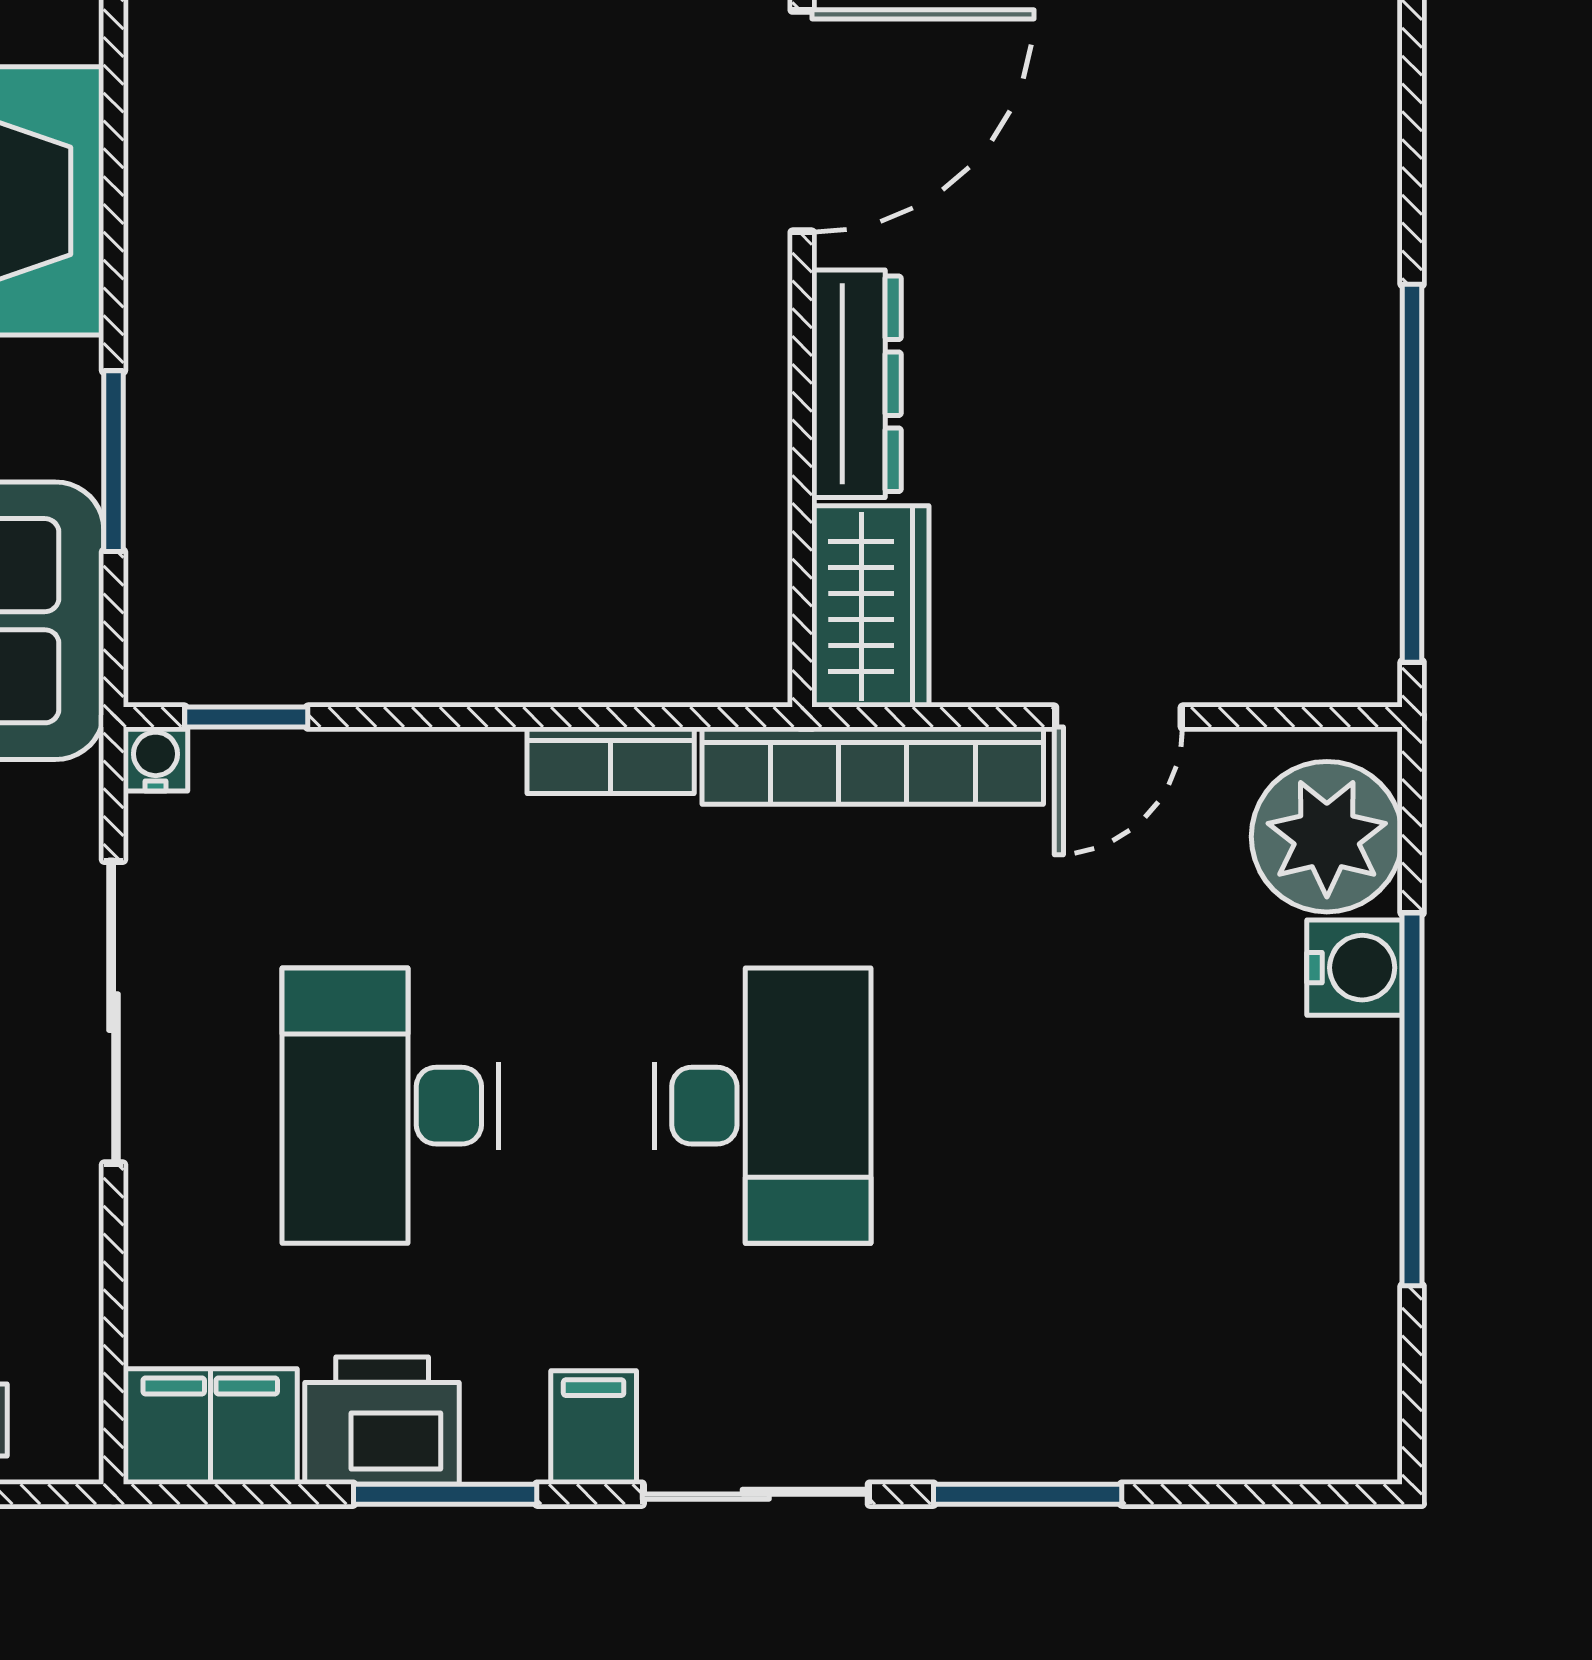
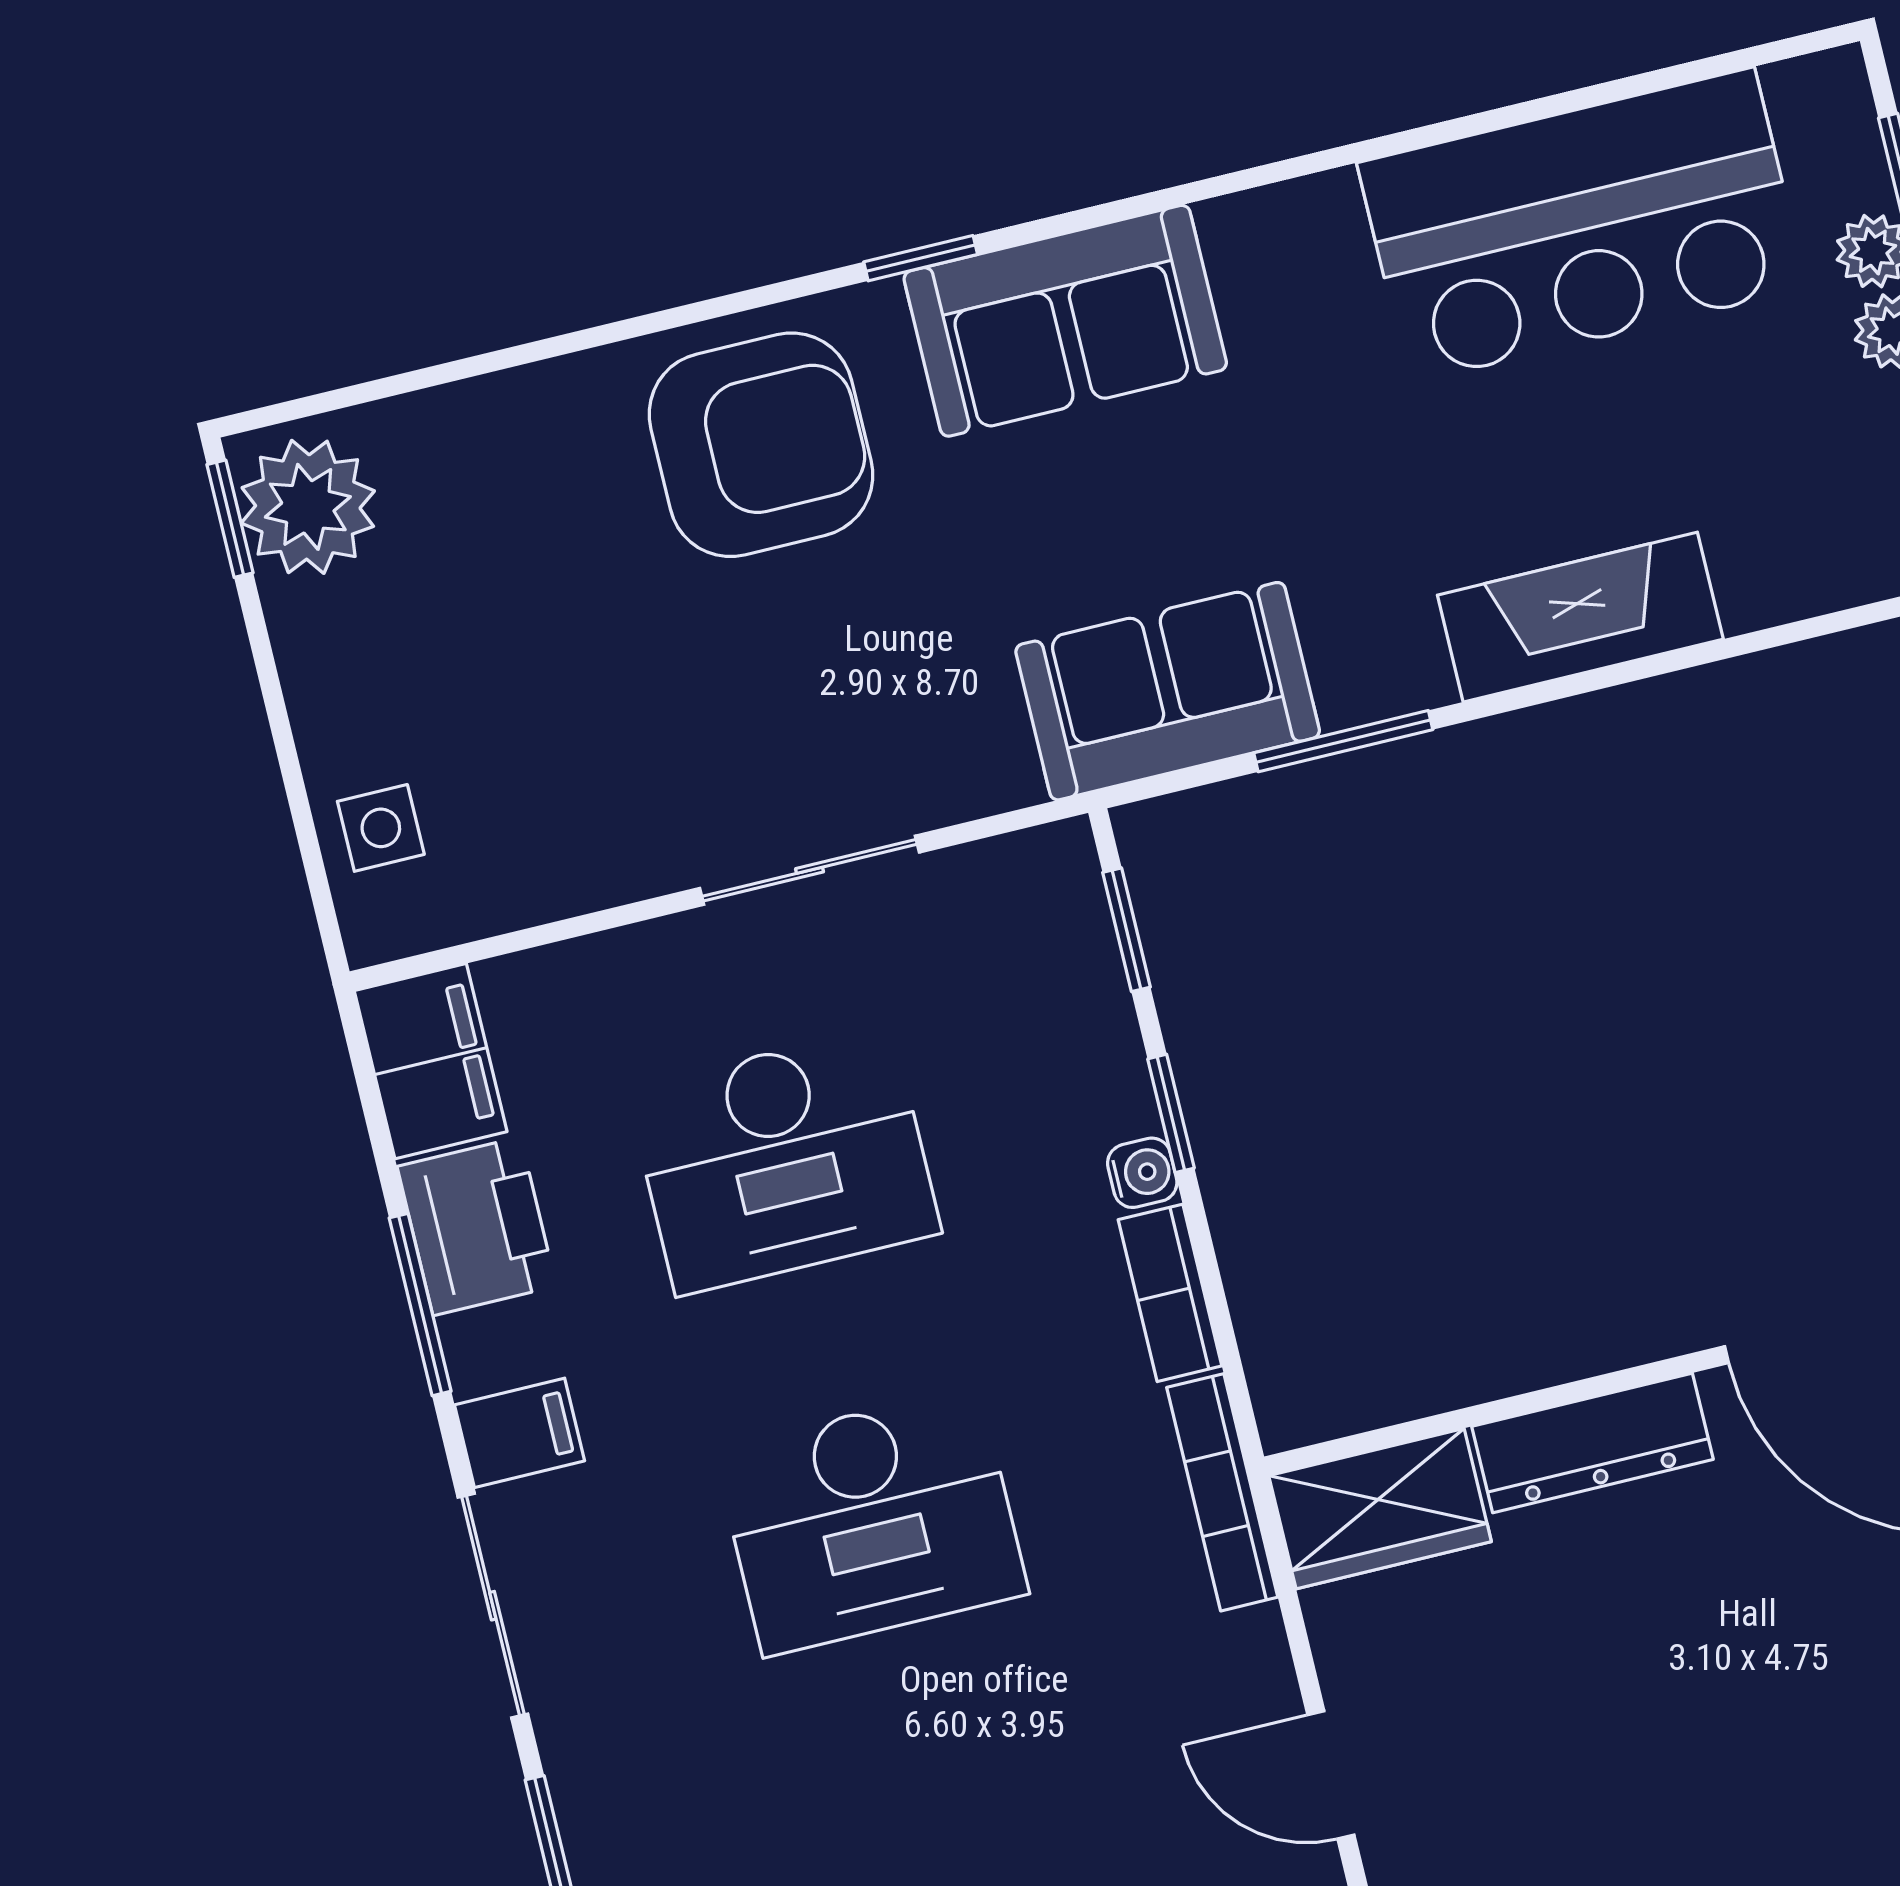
window: (436, 717) -> (1171, 1113), added
water cooler: (156, 759) -> (1142, 1173), moved
bookcase: (873, 766) -> (1222, 1492), width x0.68, depth x0.76
sliding door: (114, 1012) -> (810, 870), width x0.73
desk: (390, 1106) -> (784, 1161), turned 180

